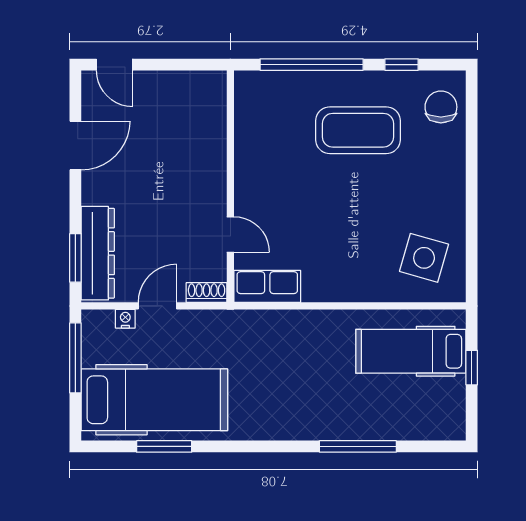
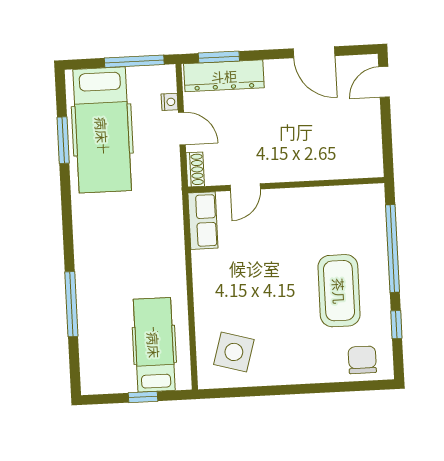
chair: (441, 107) -> (362, 360), turned -90

